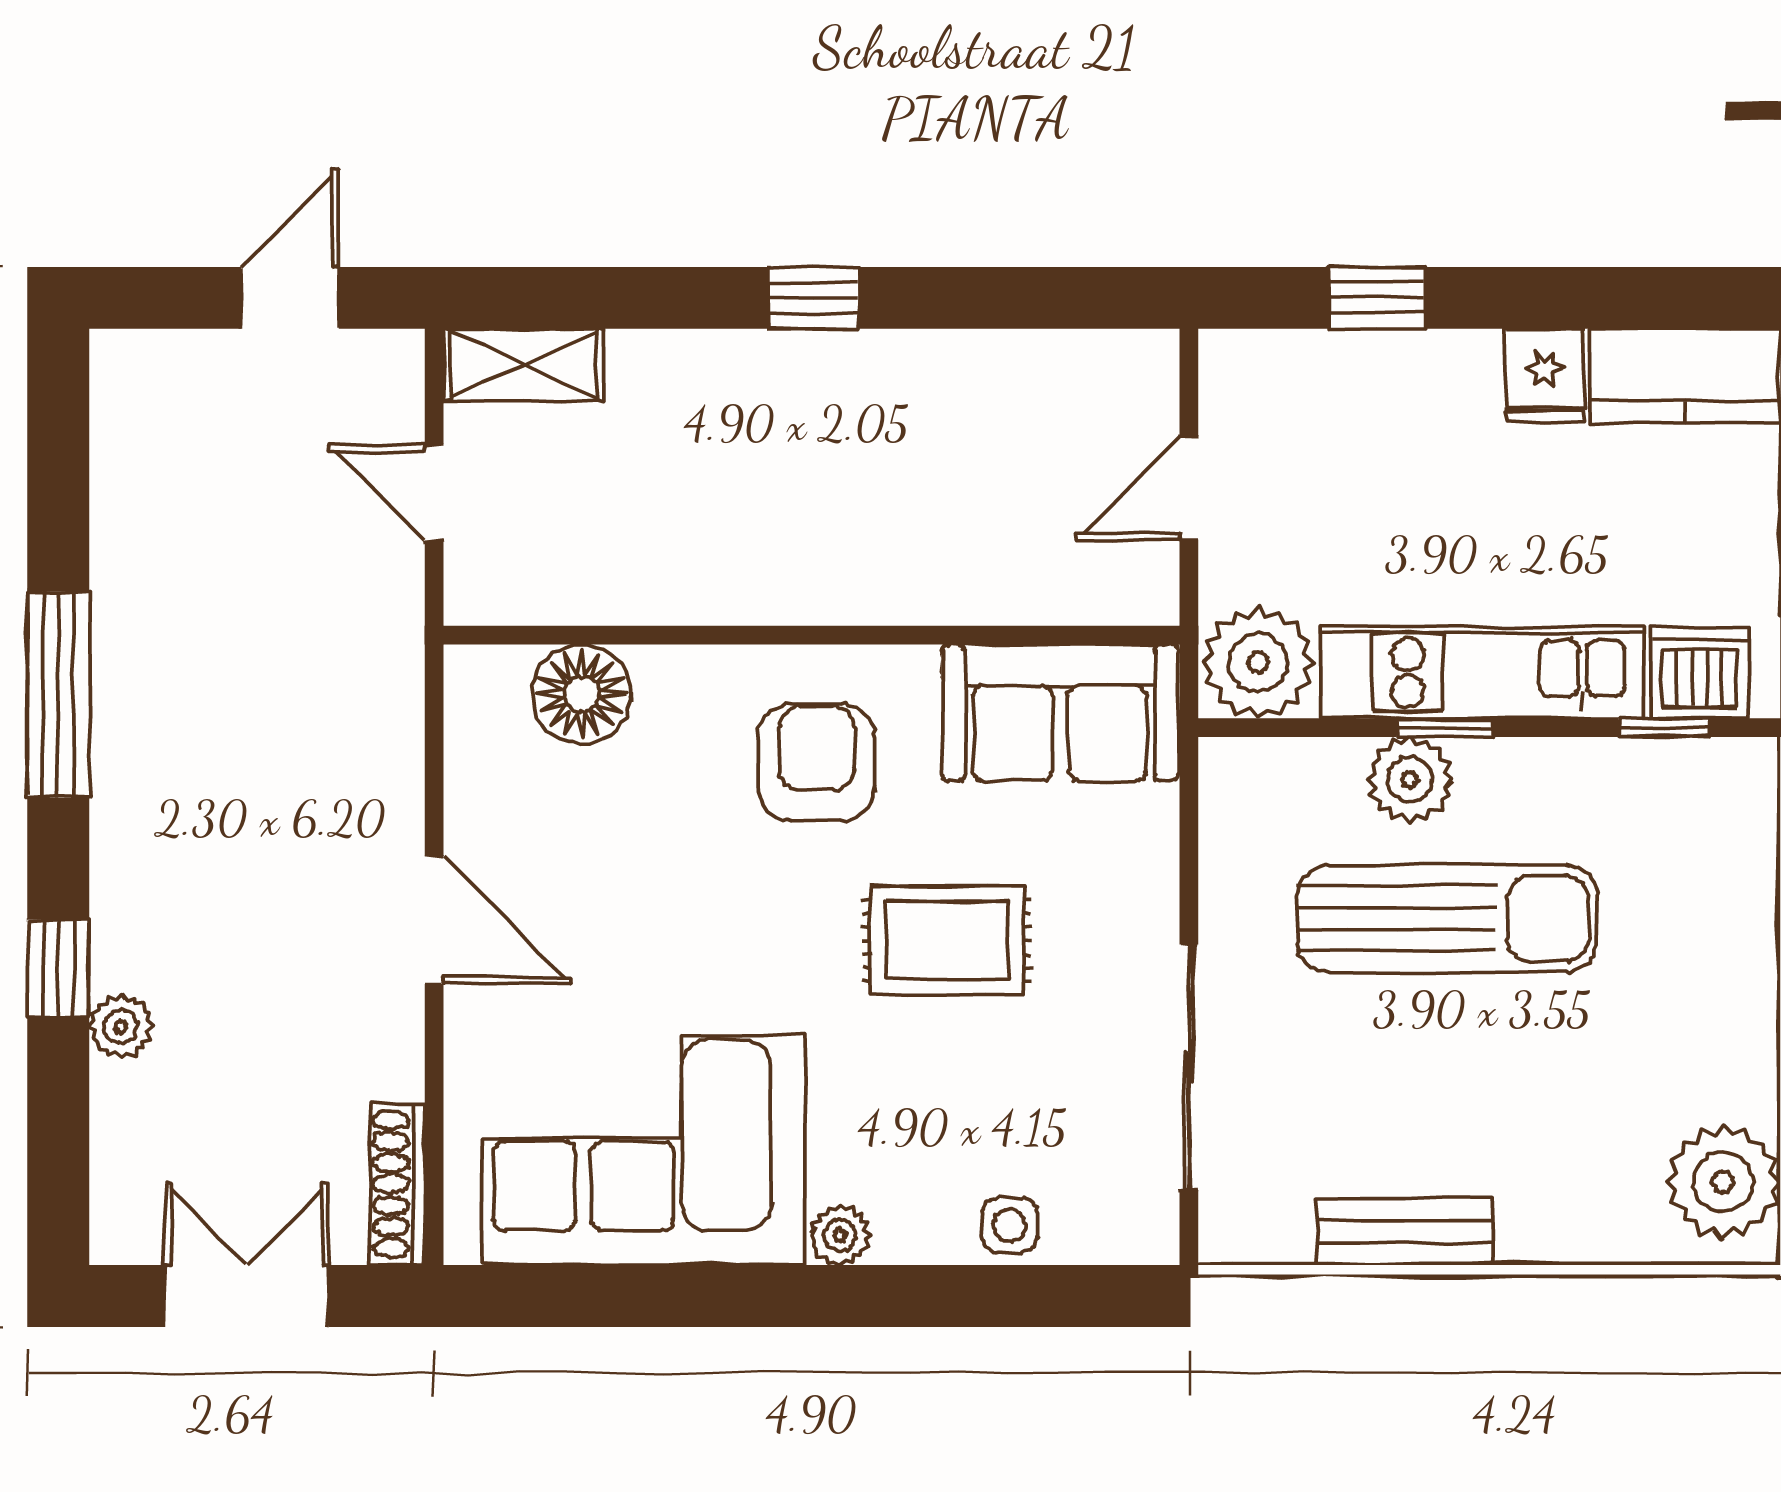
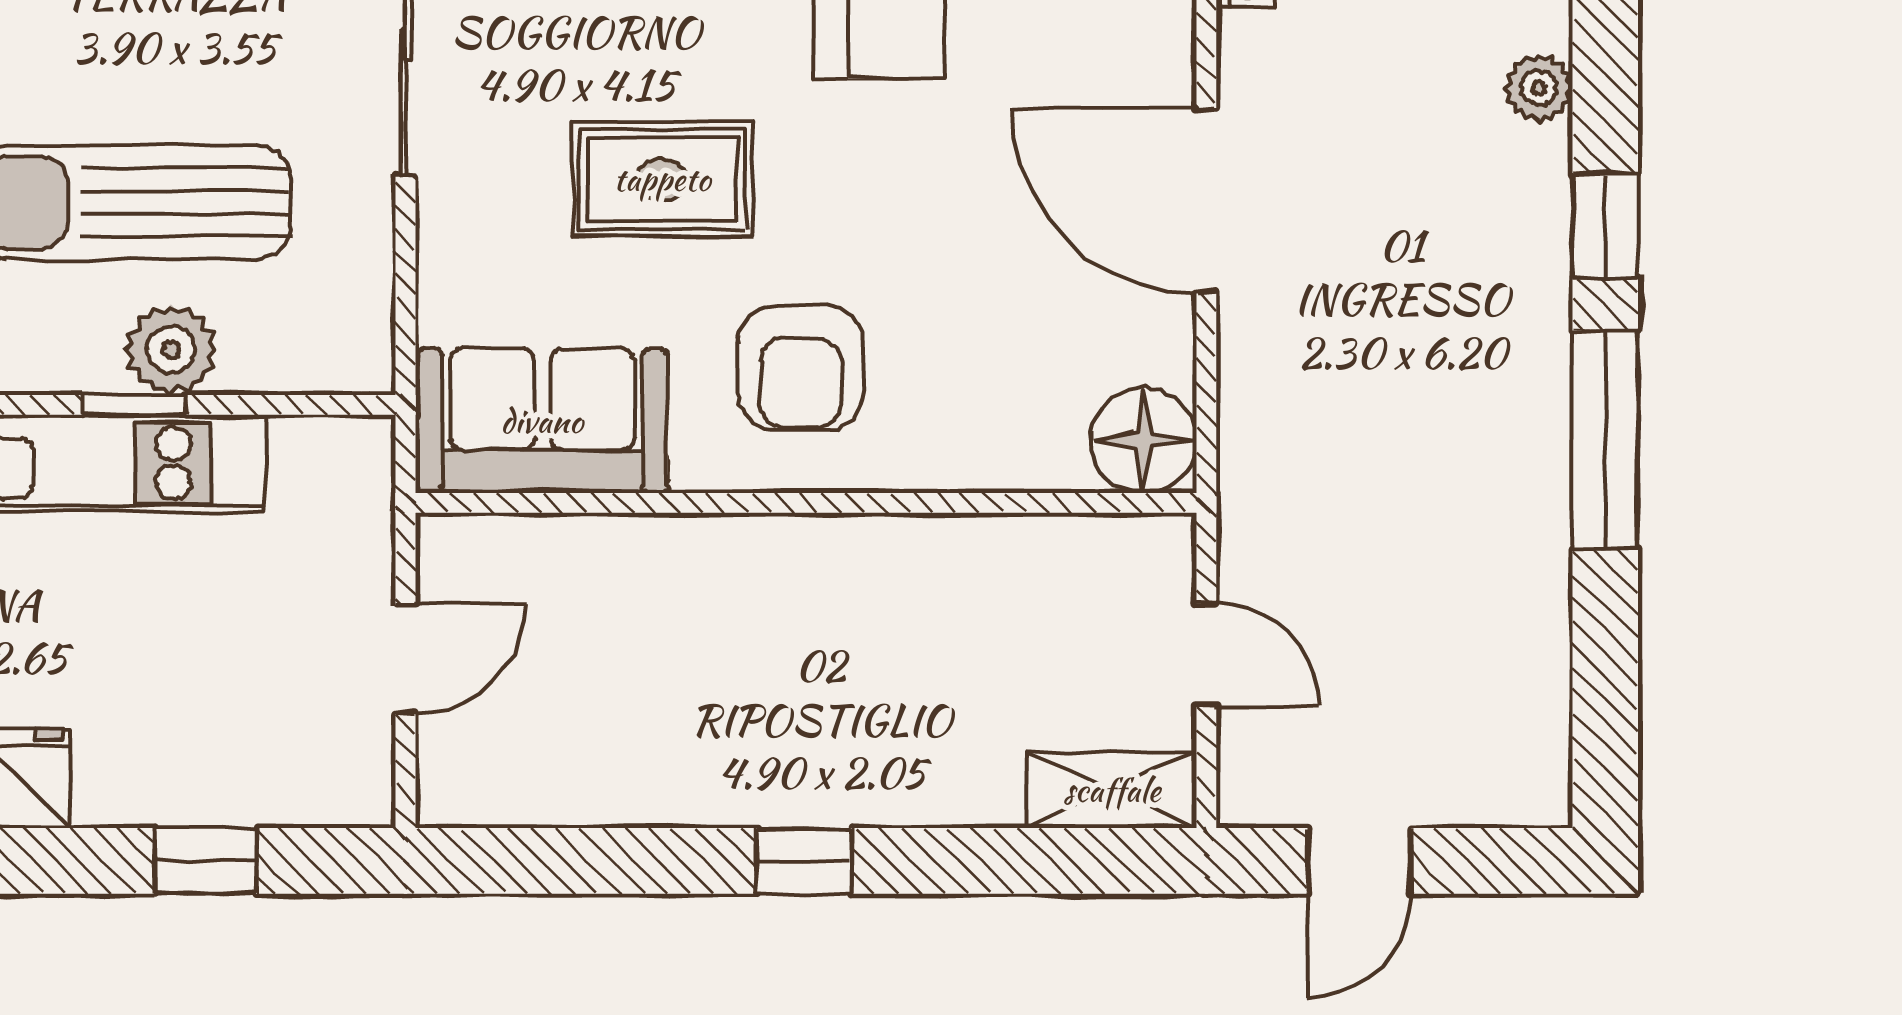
plant: (1258, 663) -> (332, 474), removed
floor lamp: (582, 694) -> (1144, 440), moved
door: (434, 920) -> (1206, 201), width x1.36
window: (58, 968) -> (1605, 226), moved

